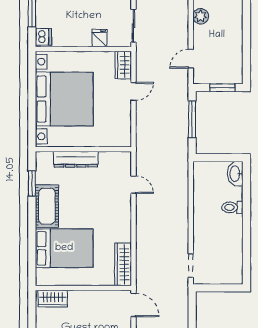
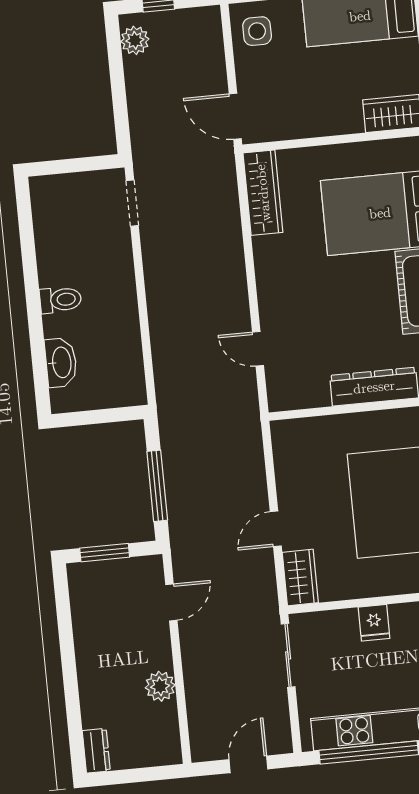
fridge: (99, 38) -> (374, 623), moved
washbasin: (235, 174) -> (61, 362), moved
toilet: (232, 207) -> (60, 300), moved

